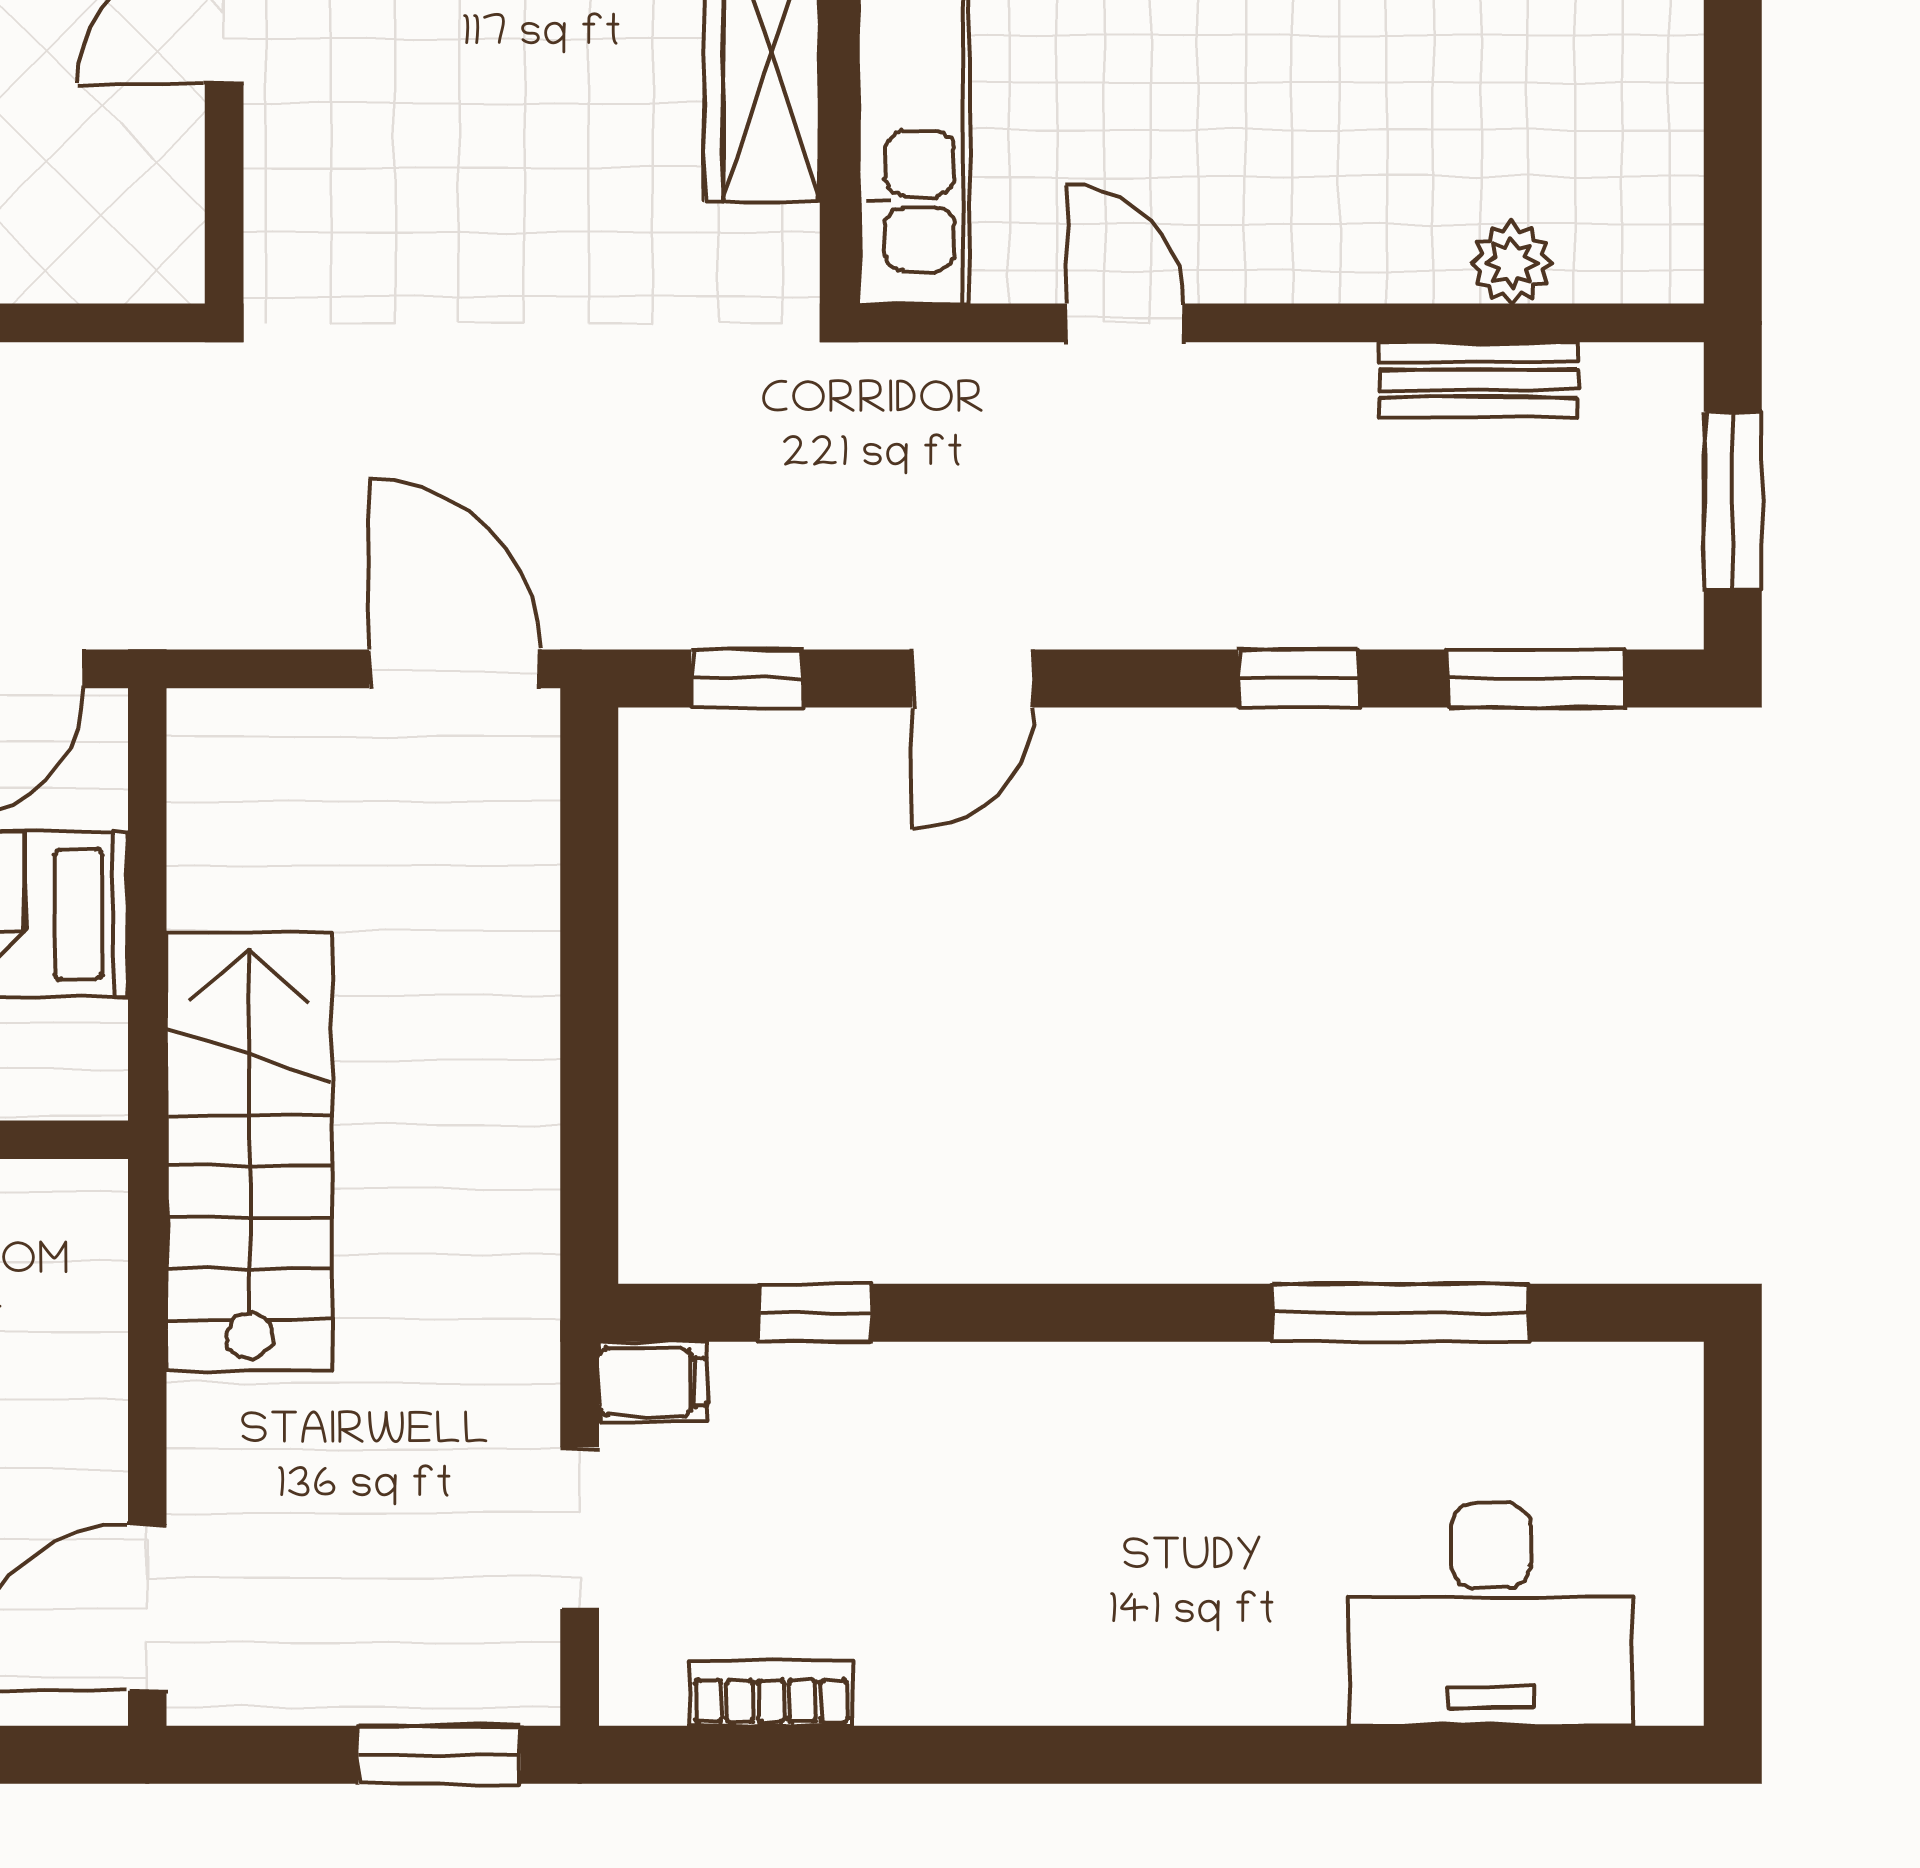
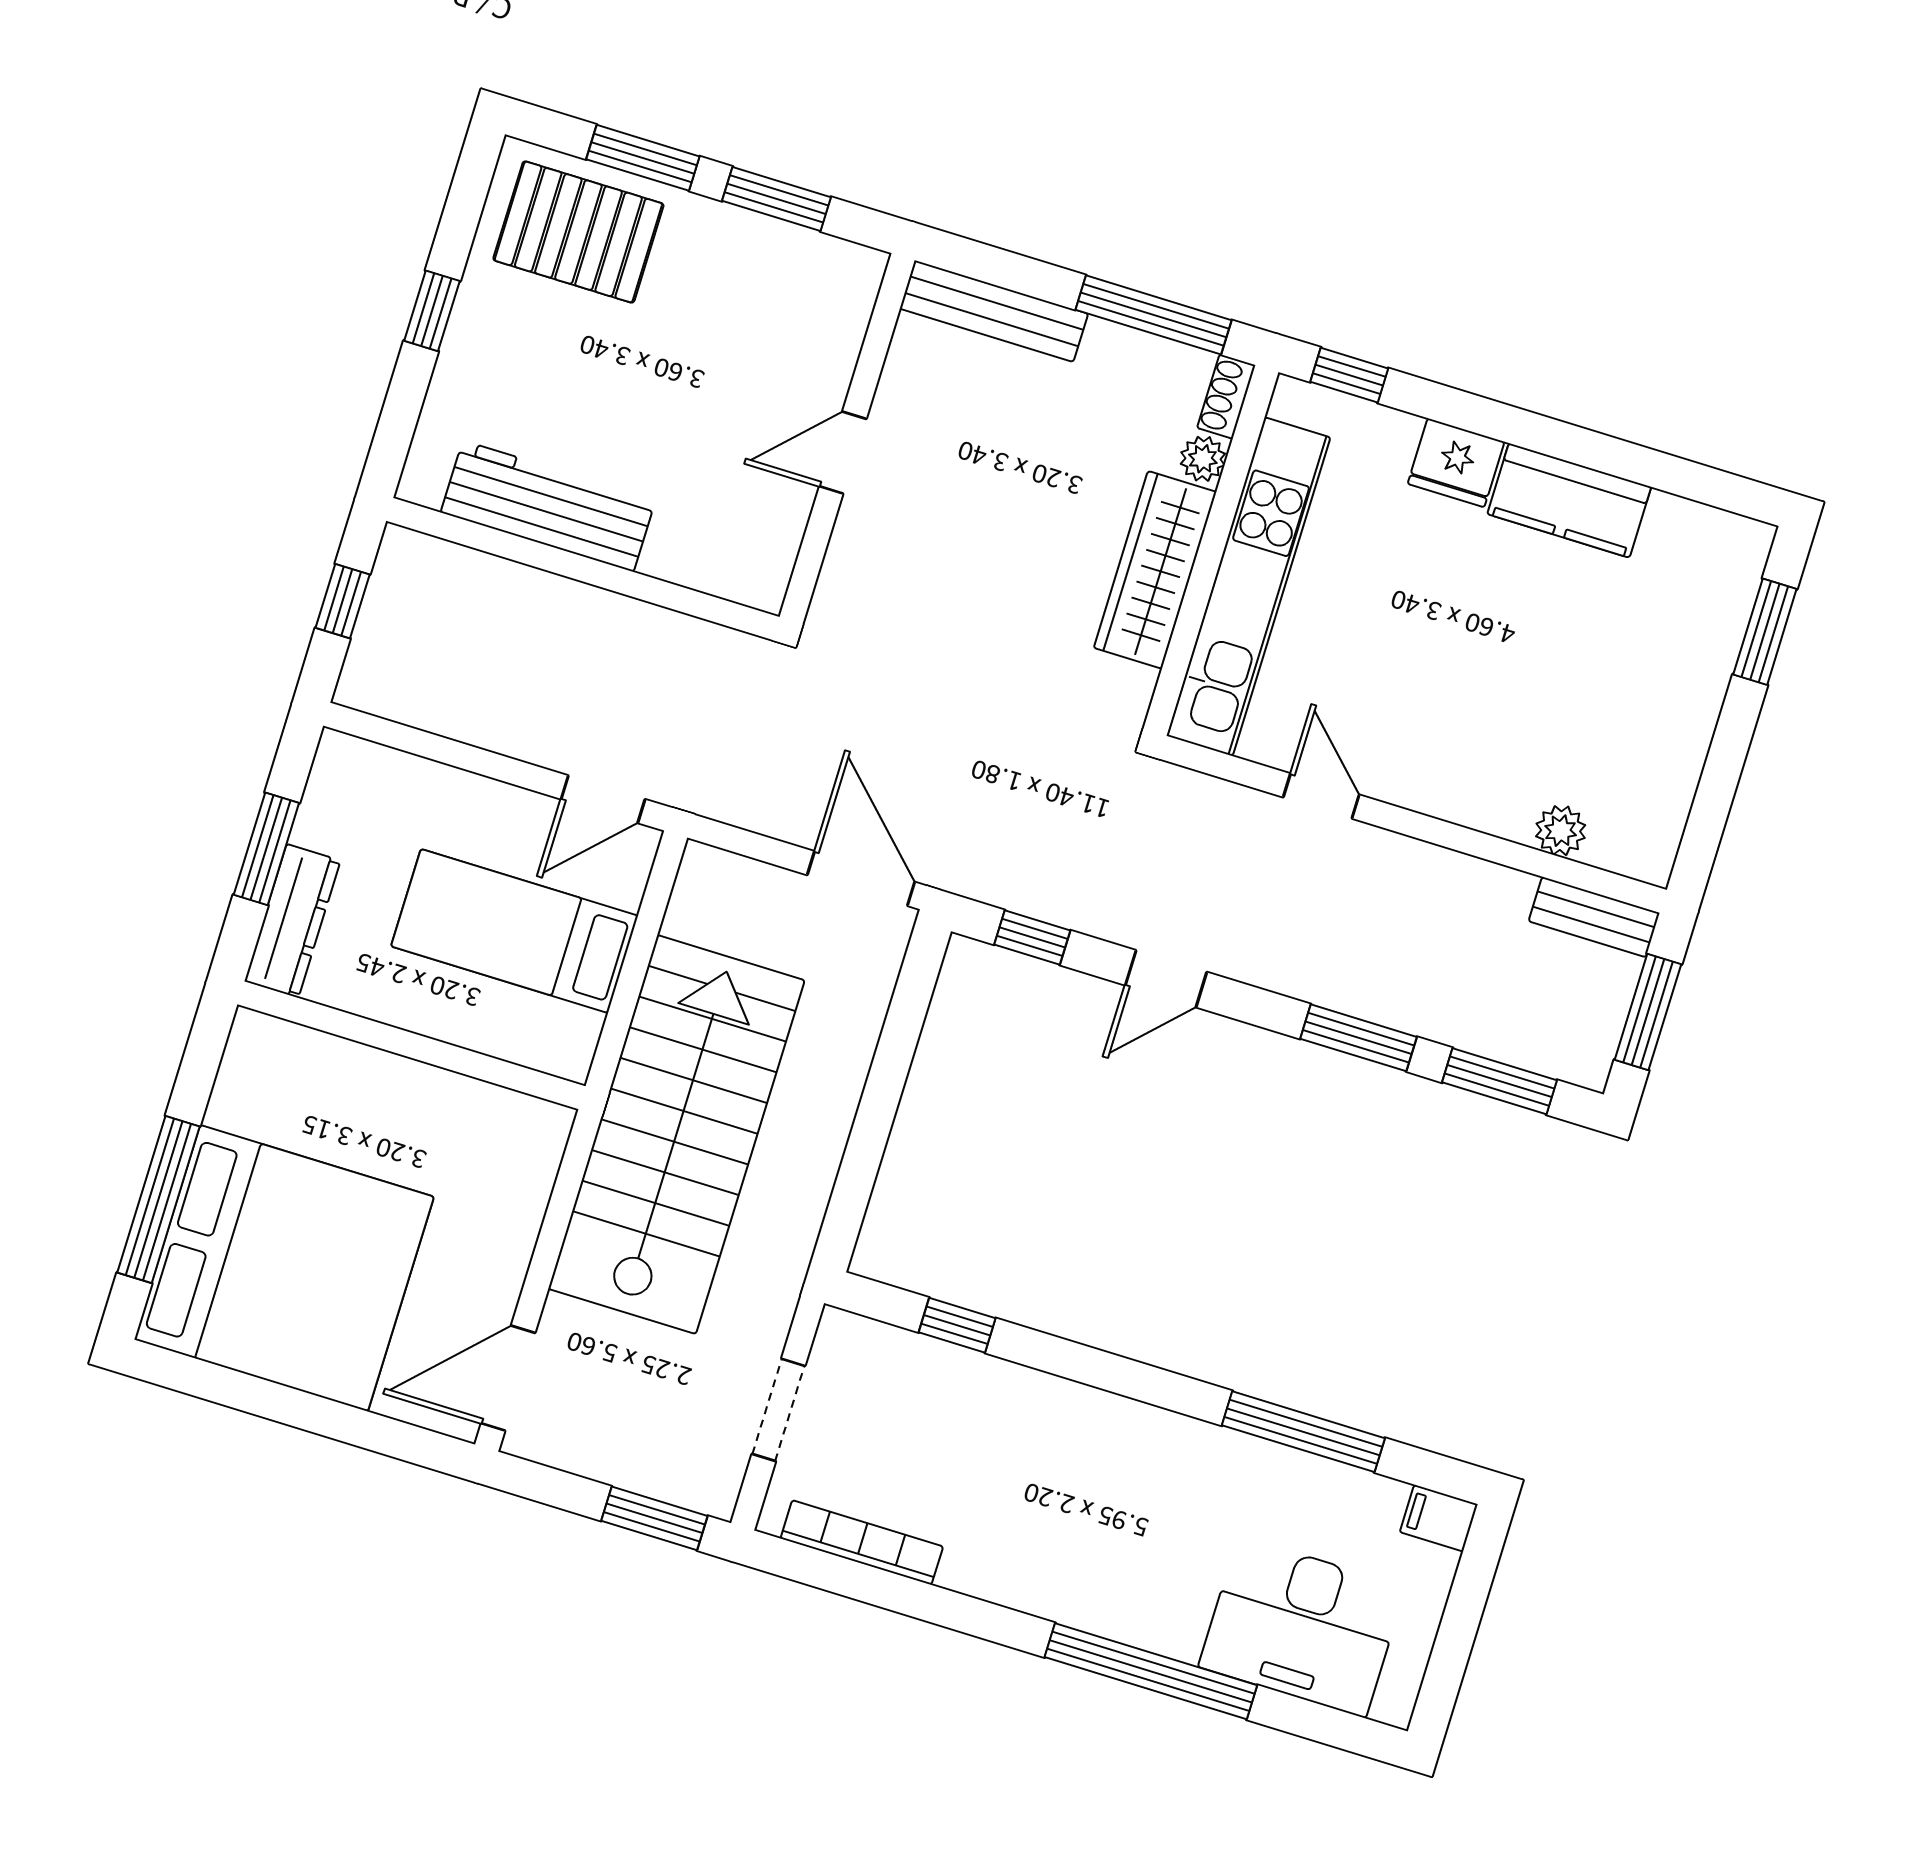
bench: (1479, 380) -> (1594, 917), moved
window: (1298, 679) -> (1359, 1038), width x1.50
stairs: (249, 1152) -> (676, 1134), width x1.36, depth x1.51
filing cabinet: (653, 1382) -> (1439, 1518), moved, turned 180
bookcase: (771, 1693) -> (862, 1542), width x1.56
window: (1279, 1755) -> (1151, 1671), added

